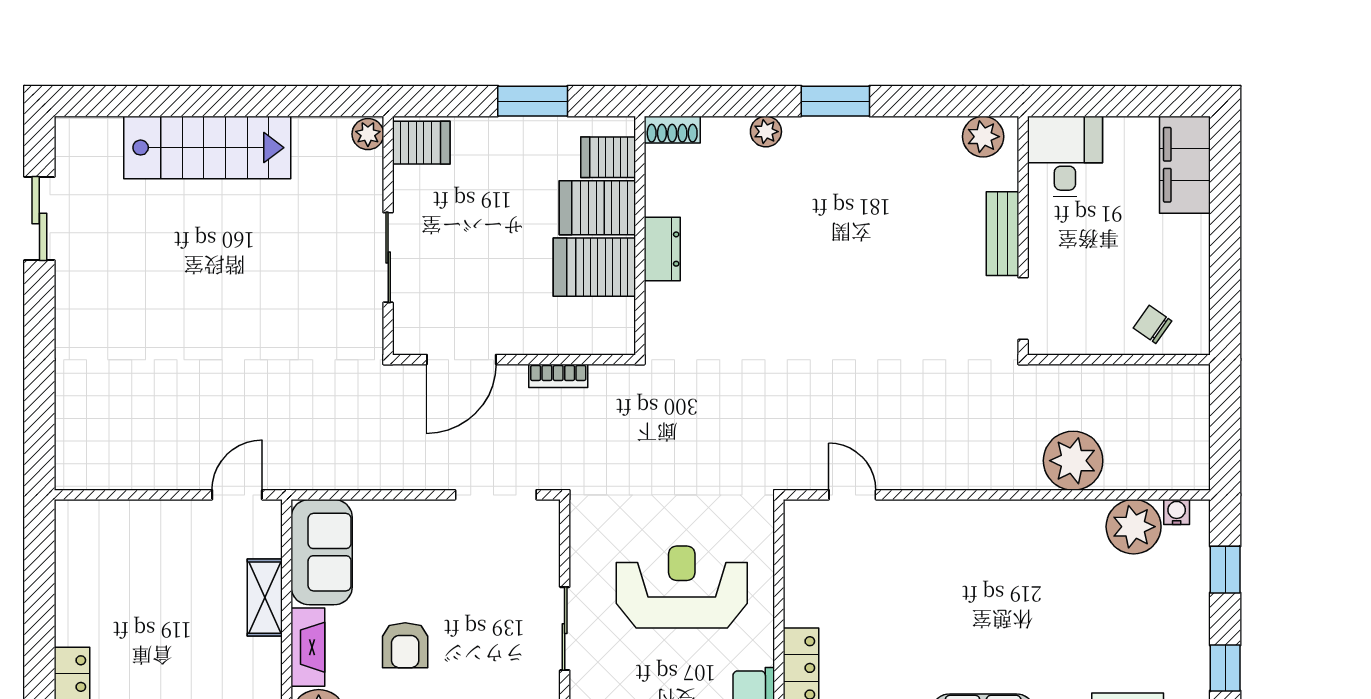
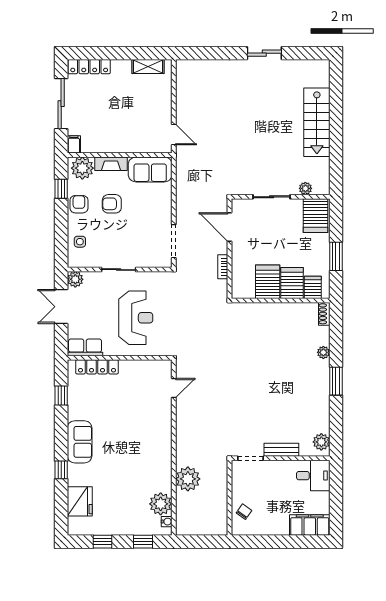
plant: (368, 134) -> (305, 188), moved
server rack: (421, 143) -> (316, 216), width x1.36, depth x1.44
sliding door: (39, 219) -> (264, 53), moved
dresser: (662, 249) -> (275, 310), removed
shelving: (265, 598) -> (148, 66), moved

